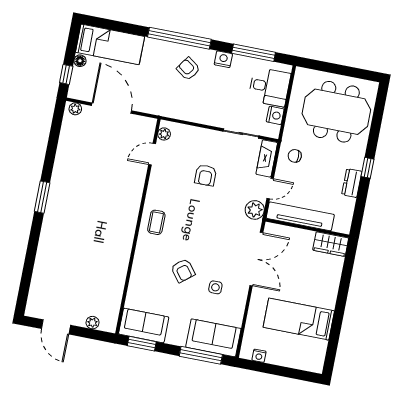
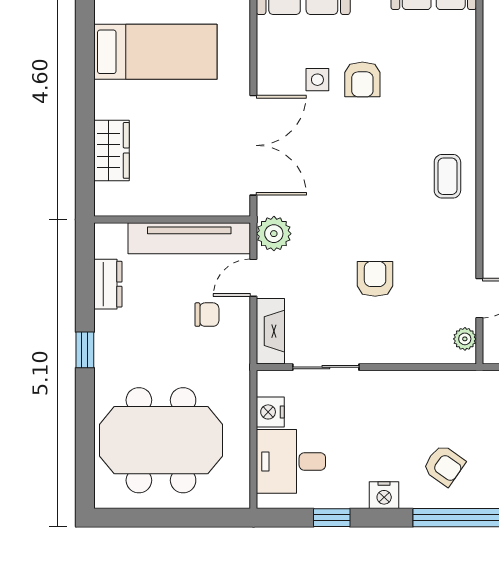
window: (254, 53) -> (332, 518), width x0.46
chair: (295, 156) -> (207, 315), moved
dresser: (352, 183) -> (108, 284), moved
wardrobe: (331, 244) -> (111, 150), moved, turned 90
double door: (256, 259) -> (253, 145), swing flipped
armchair: (183, 271) -> (362, 79), moved, turned -142

